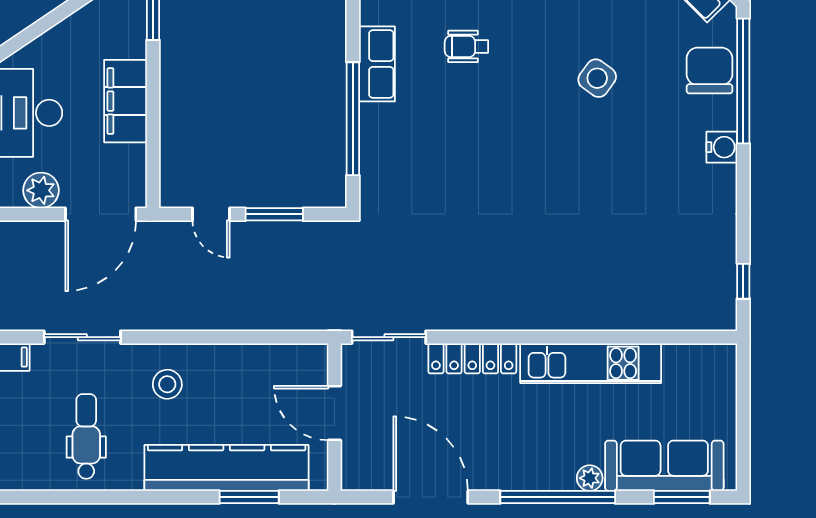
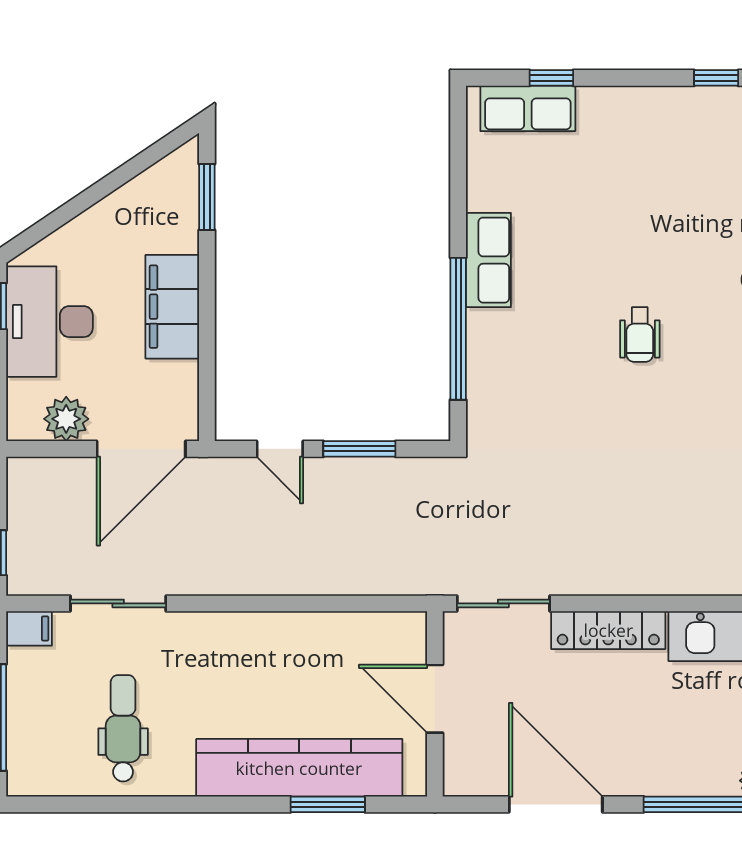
wheelchair: (466, 46) -> (640, 335), moved, turned -90
stool: (167, 384) -> (225, 663), removed

